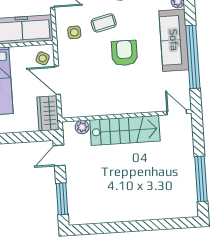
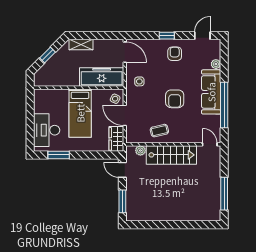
coffee table: (104, 23) -> (159, 131), moved
armchair: (124, 53) -> (175, 99), turned 180
door: (59, 156) -> (122, 170), hinge flipped

